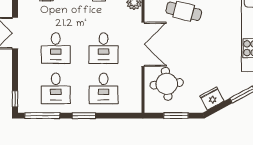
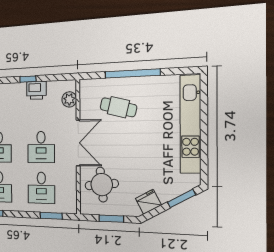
window: (84, 116) -> (51, 216), moved

